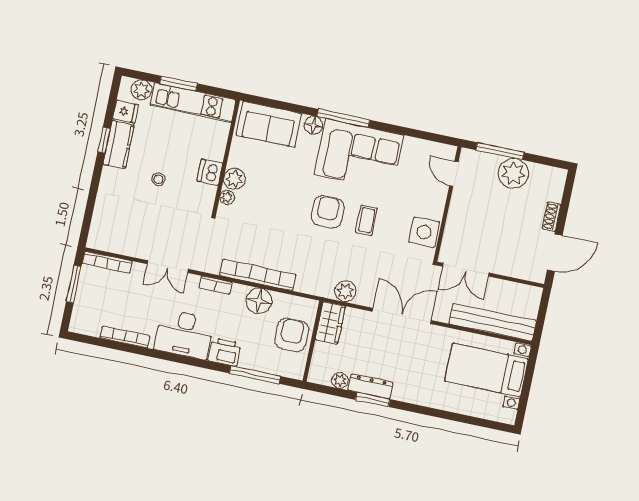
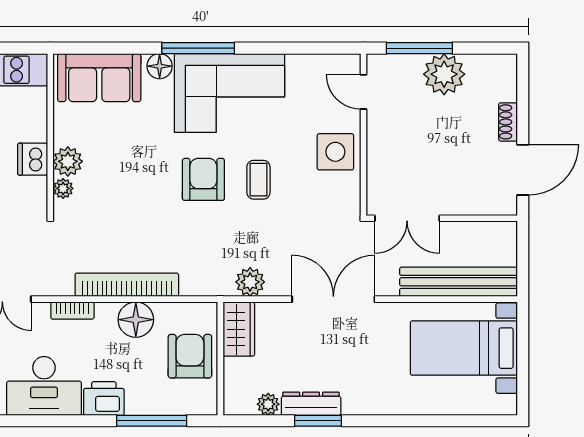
side table: (424, 232) -> (335, 152), moved

